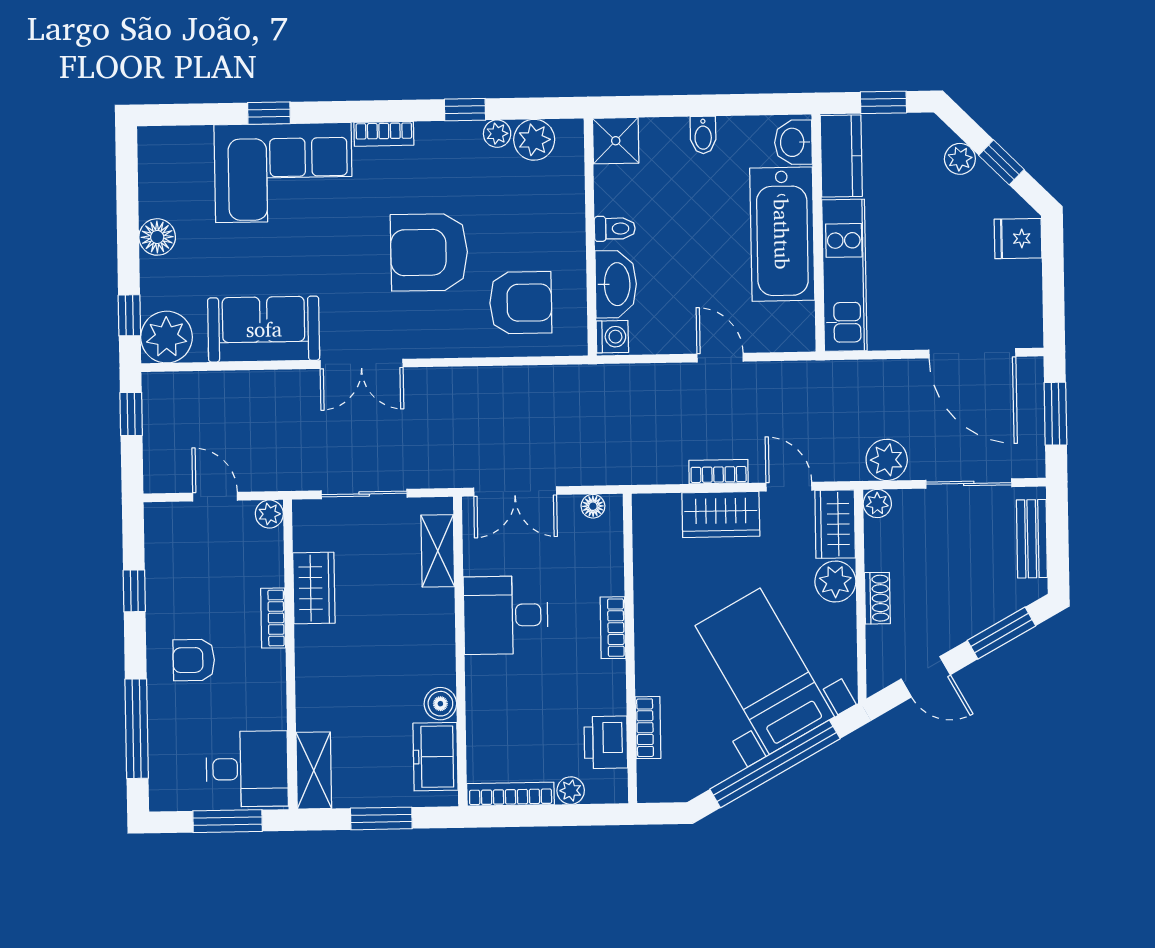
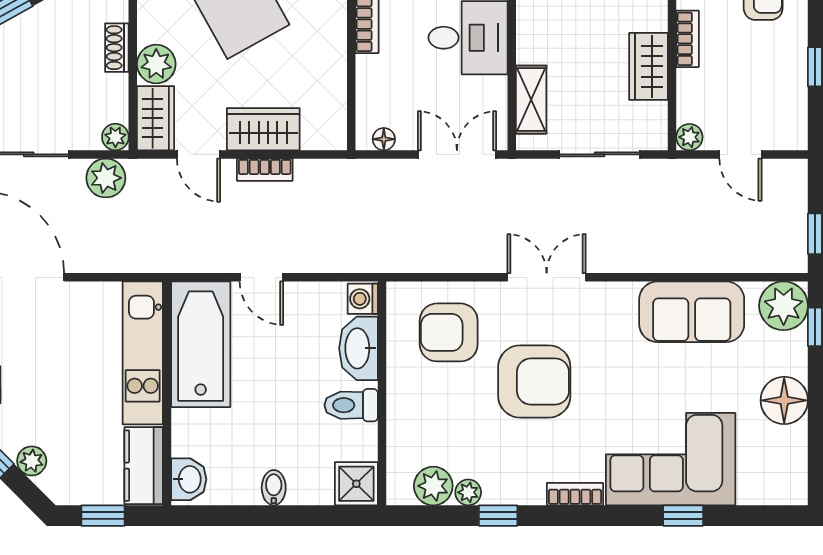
toilet: (615, 229) -> (351, 405), width x1.37, depth x1.39
bathtub: (782, 234) -> (201, 344), moved
floor lamp: (157, 237) -> (784, 400), width x1.38, depth x1.38
double door: (362, 364) -> (547, 277), moved

